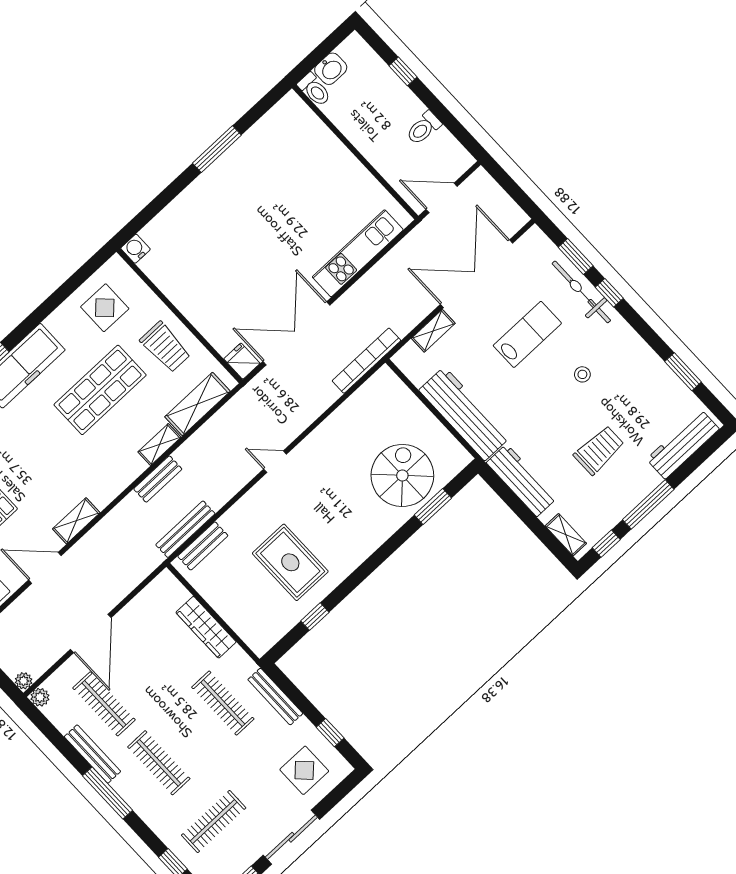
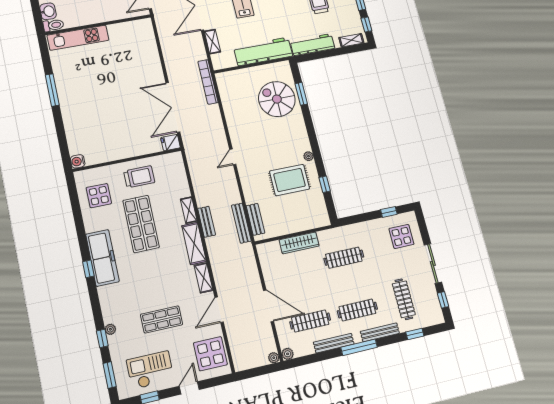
kitchen unit: (358, 253) -> (78, 38), moved, turned -90
shelving: (197, 404) -> (194, 243), moved
plant: (343, 570) -> (308, 156), added
bench: (275, 697) -> (380, 332), moved

